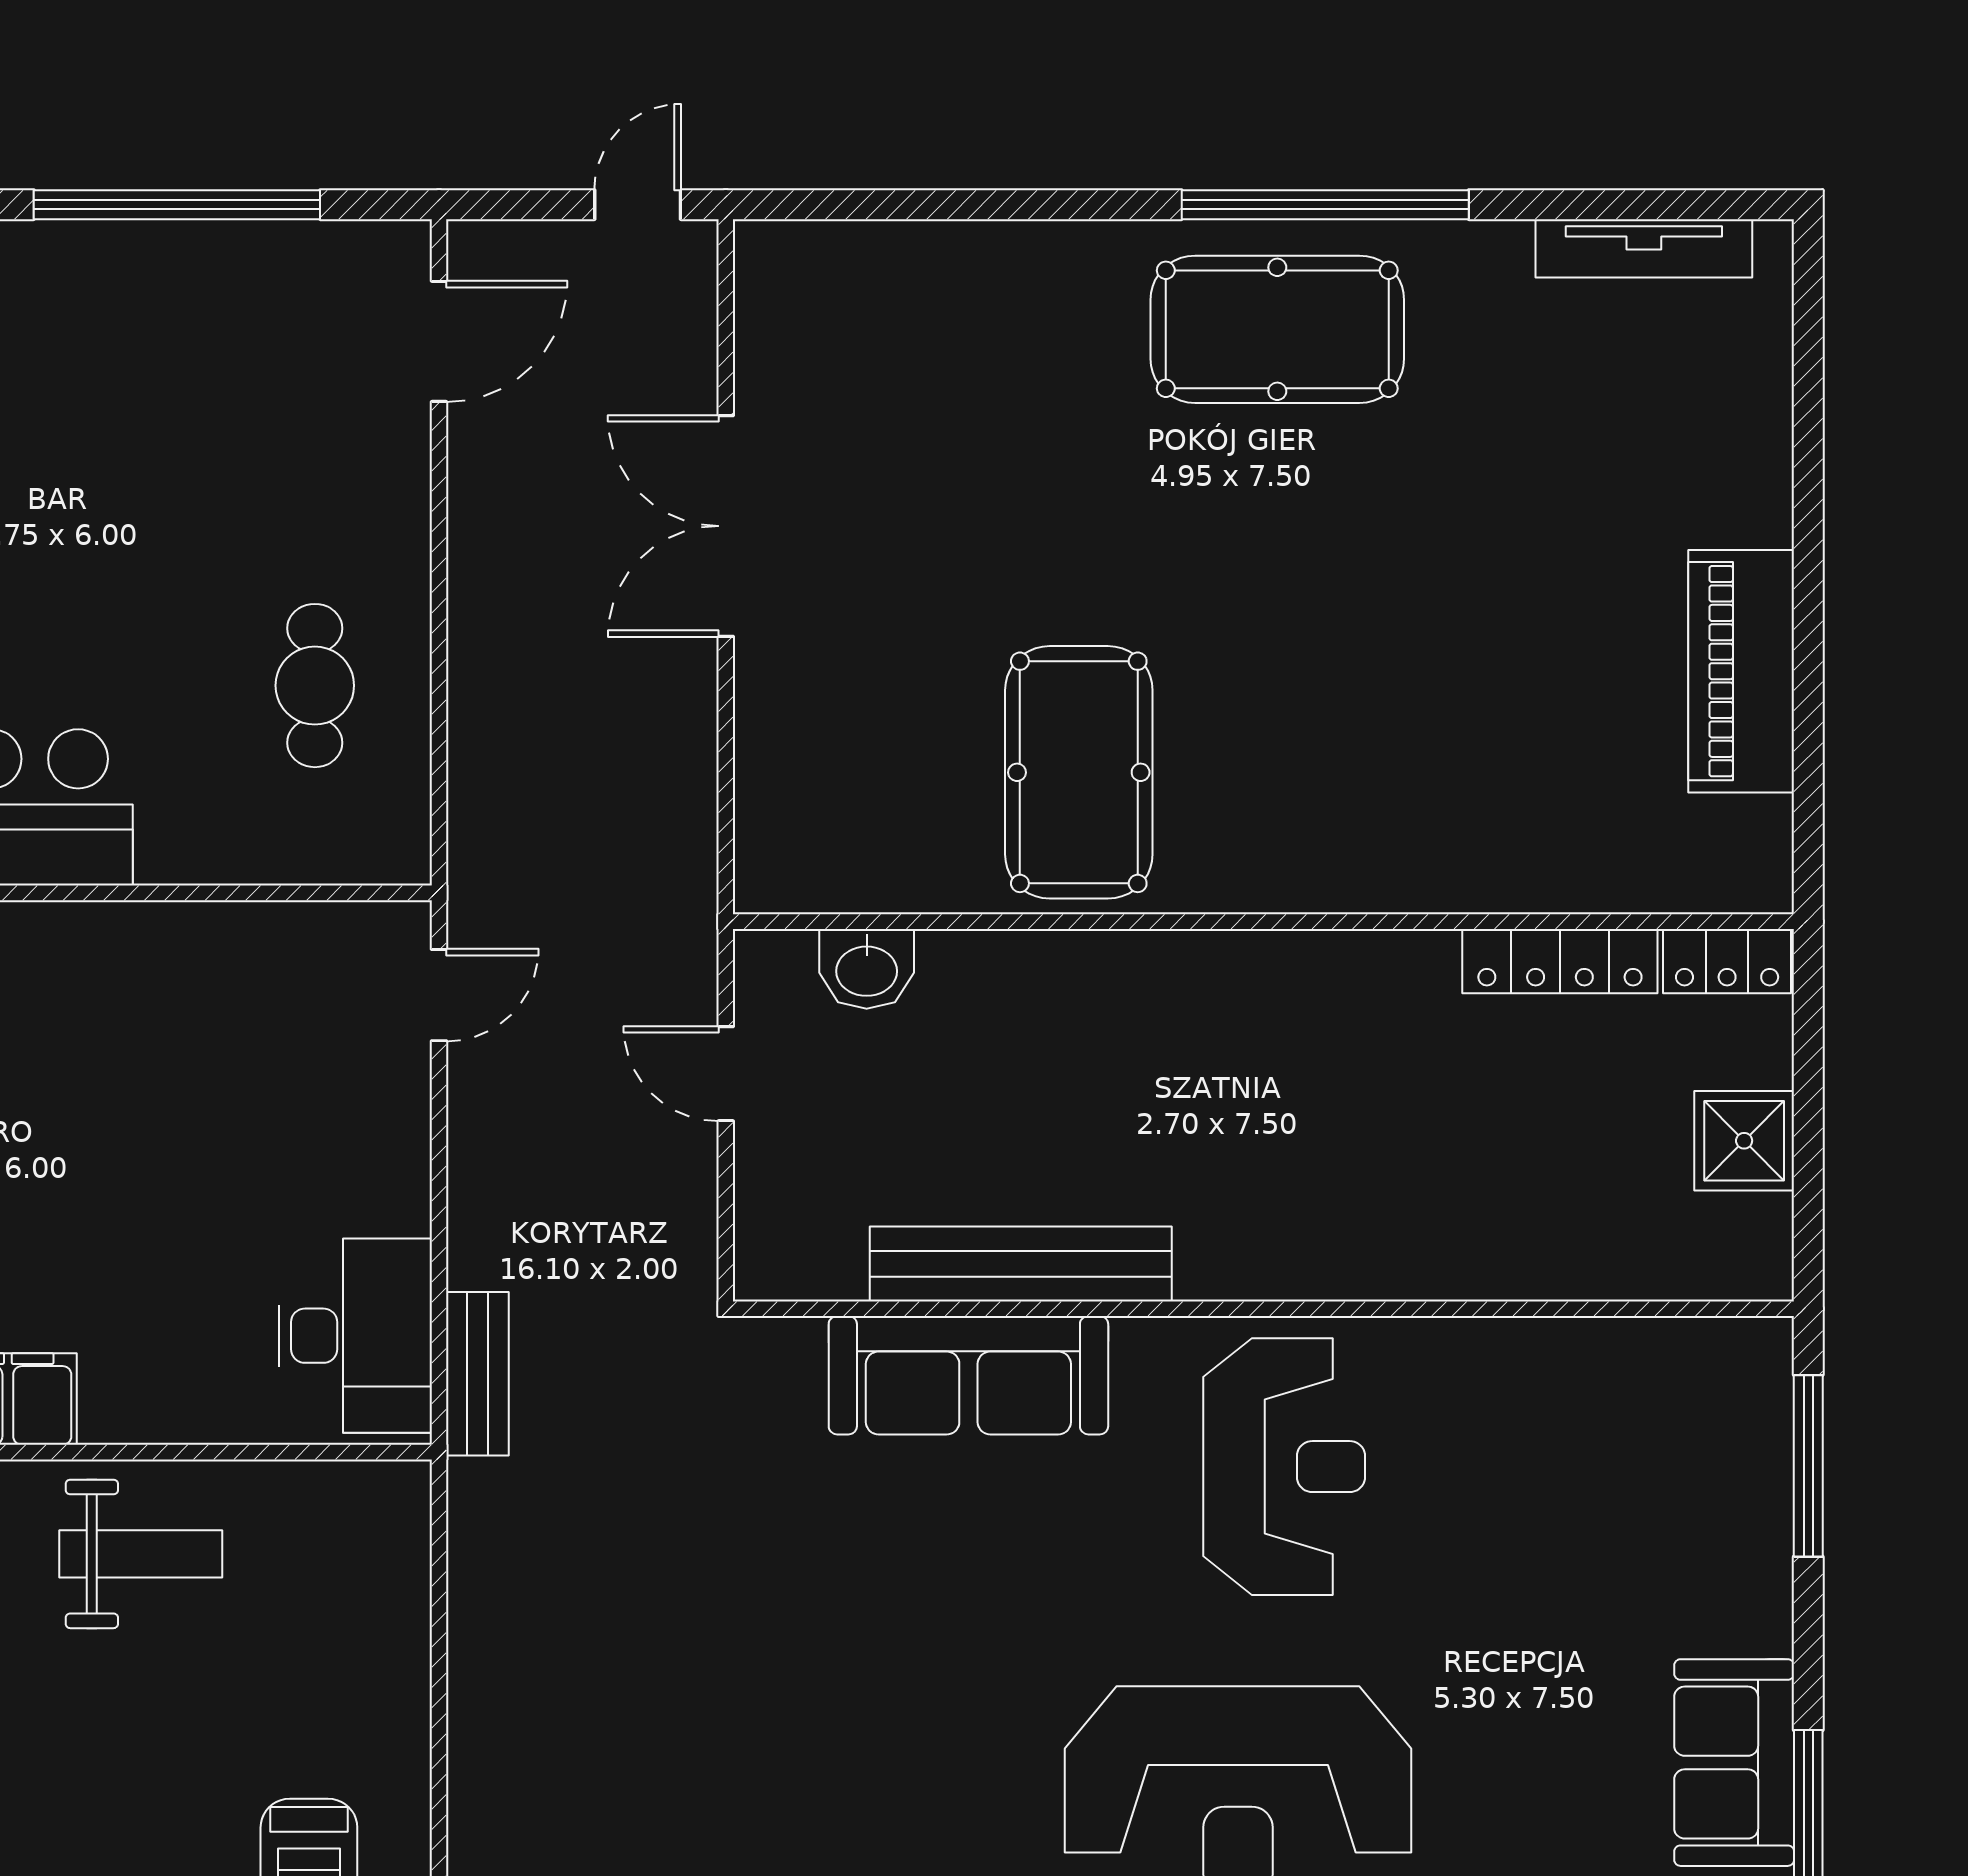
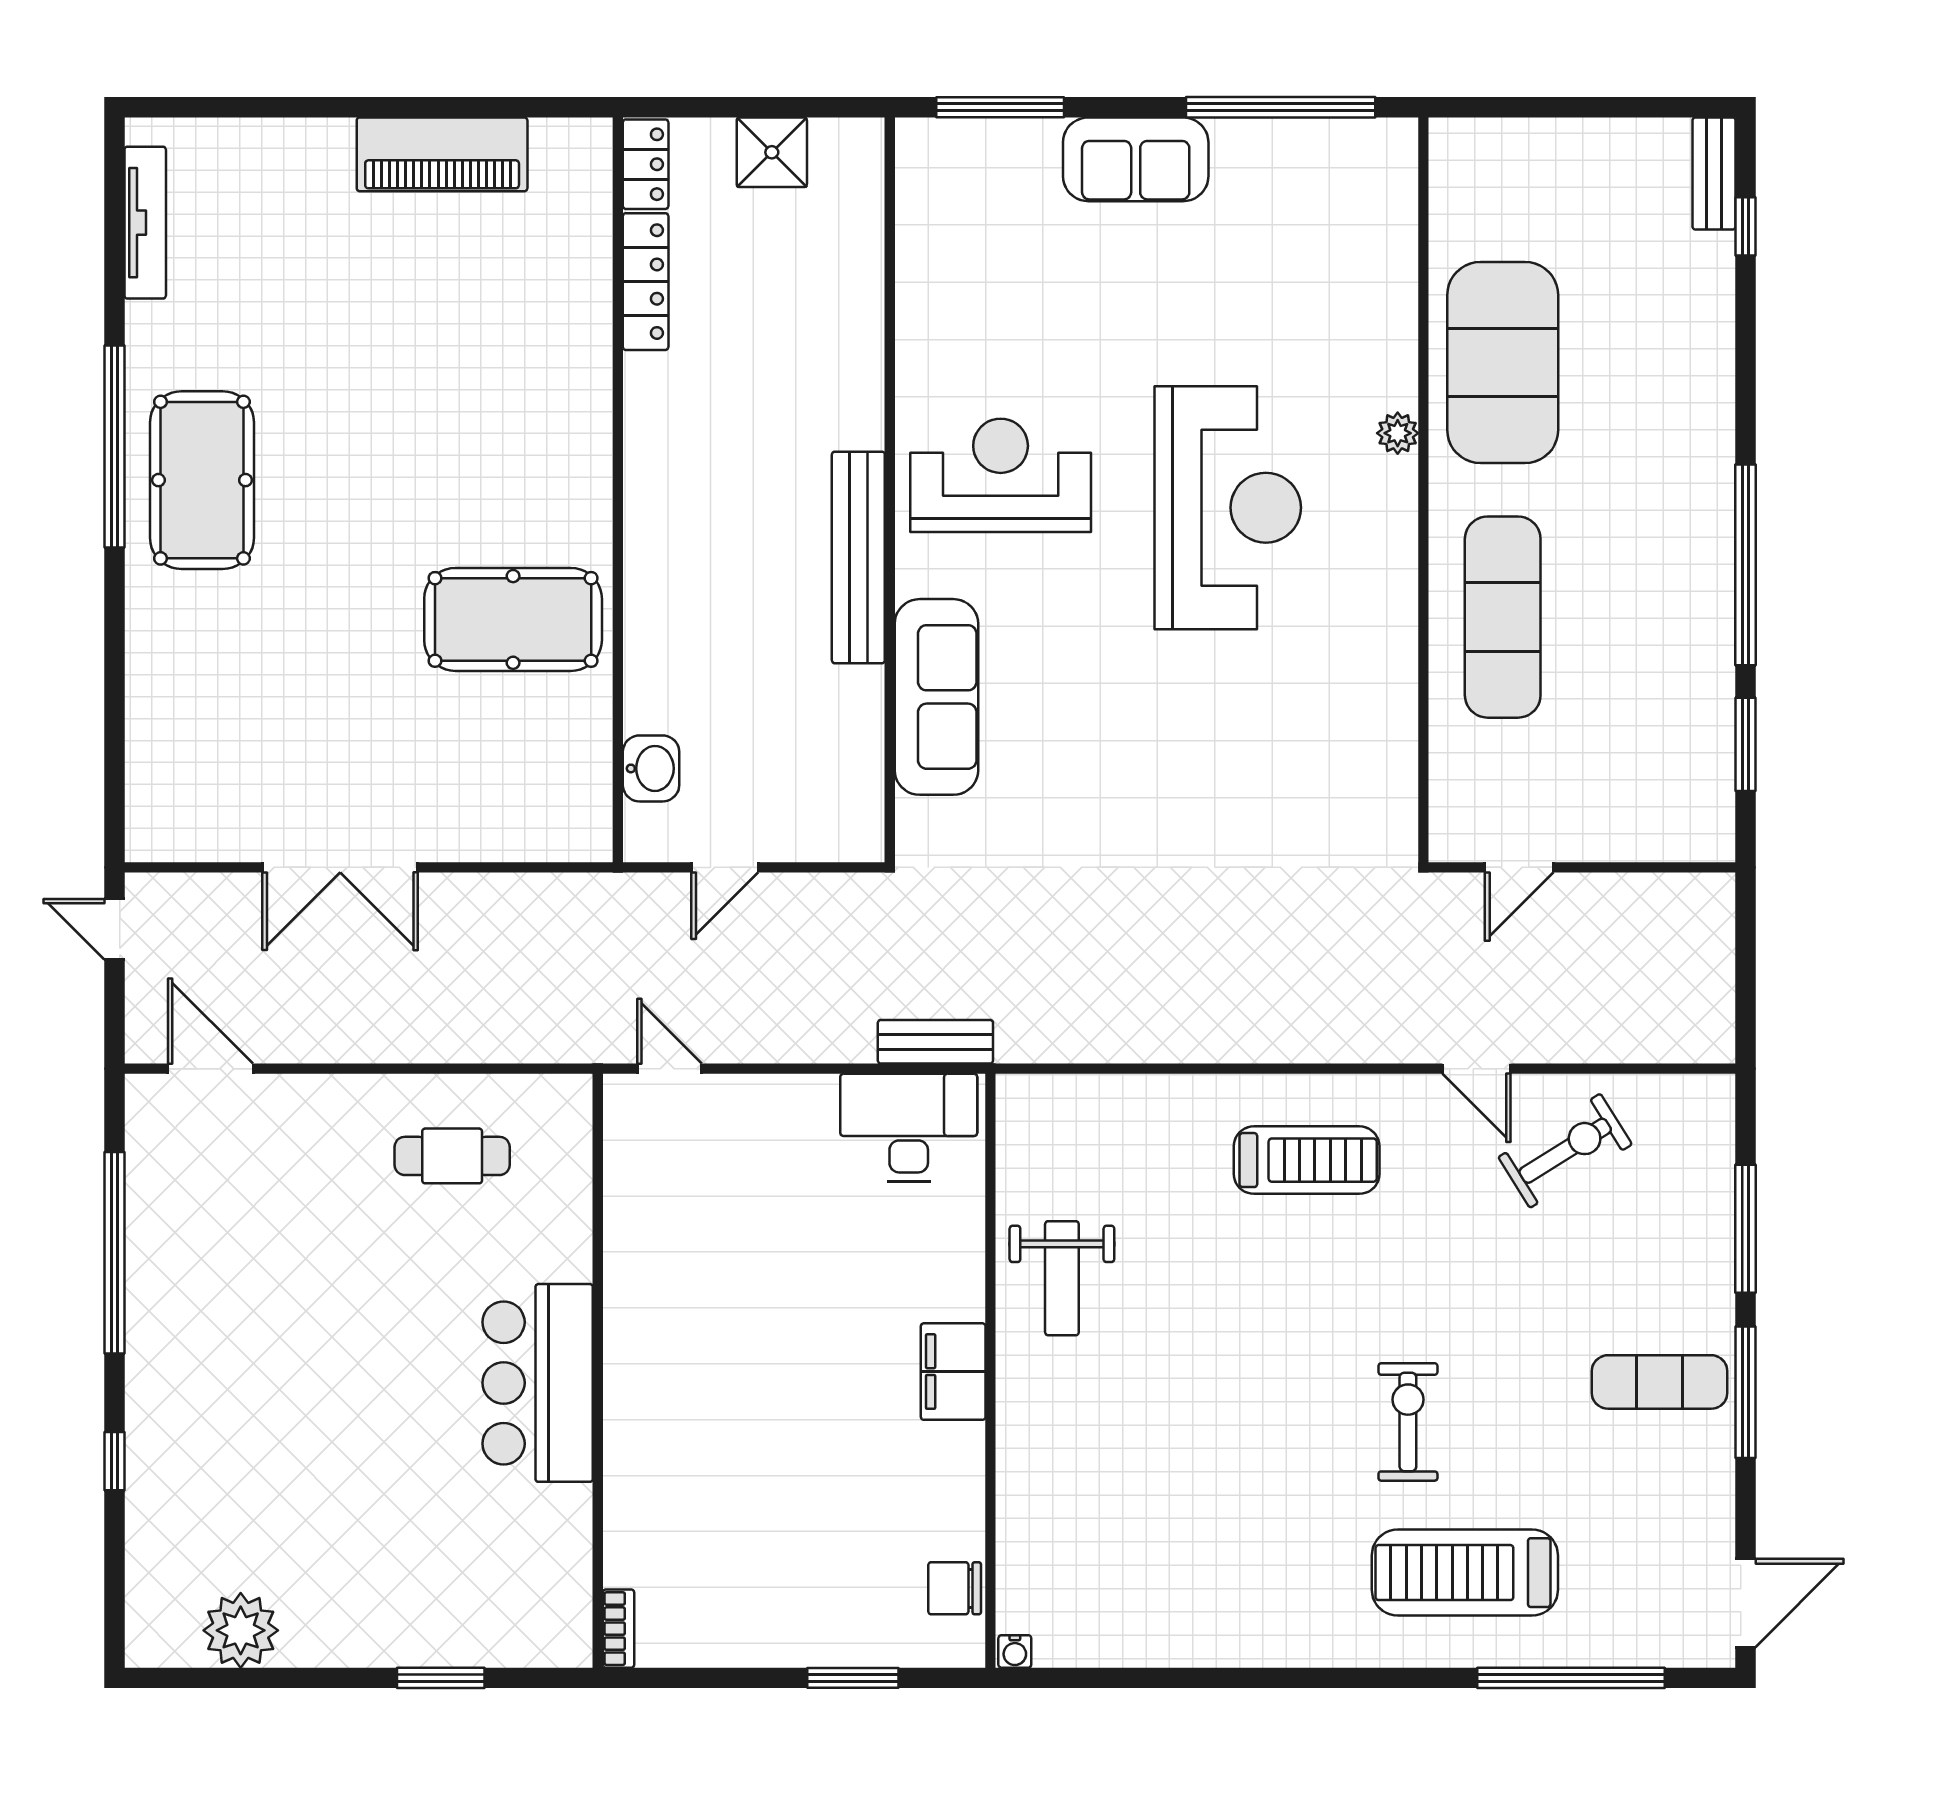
bench: (1021, 1264) -> (858, 557), moved
weight bench: (141, 1554) -> (1062, 1278), turned 180
sofa: (1734, 1763) -> (1136, 159), moved

